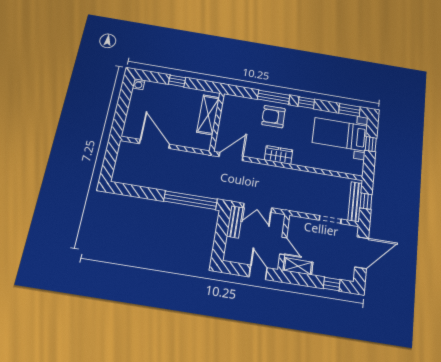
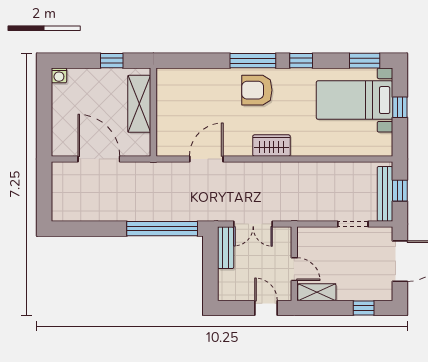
shelving: (208, 115) -> (139, 104), moved
wall: (217, 122) -> (153, 112), moved

